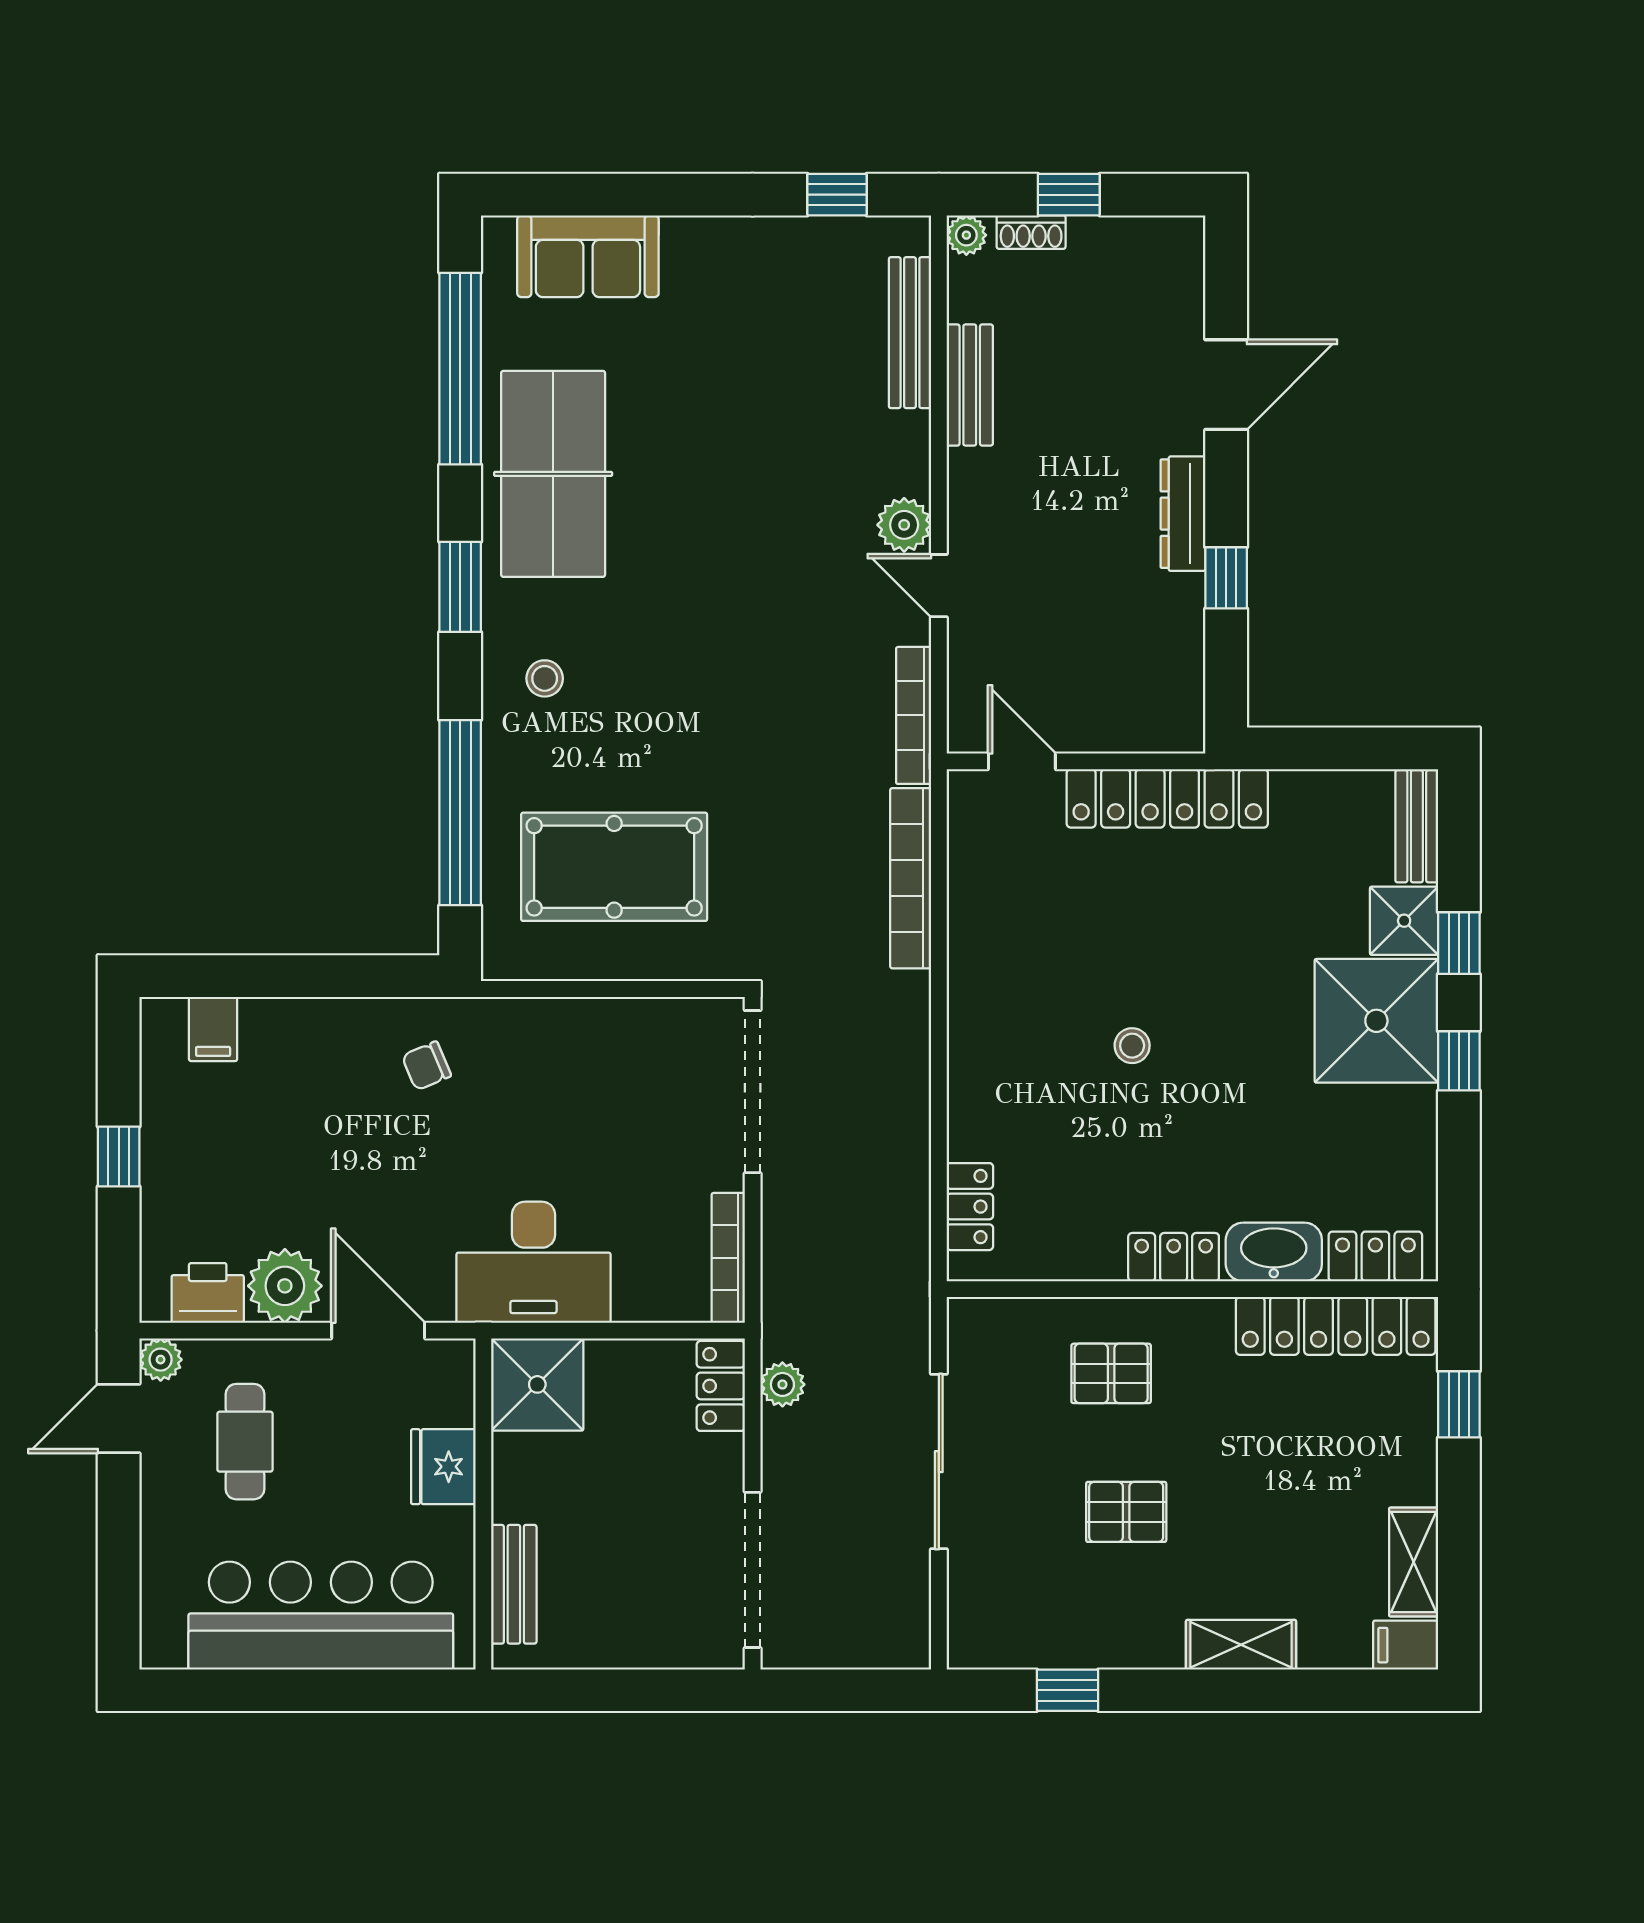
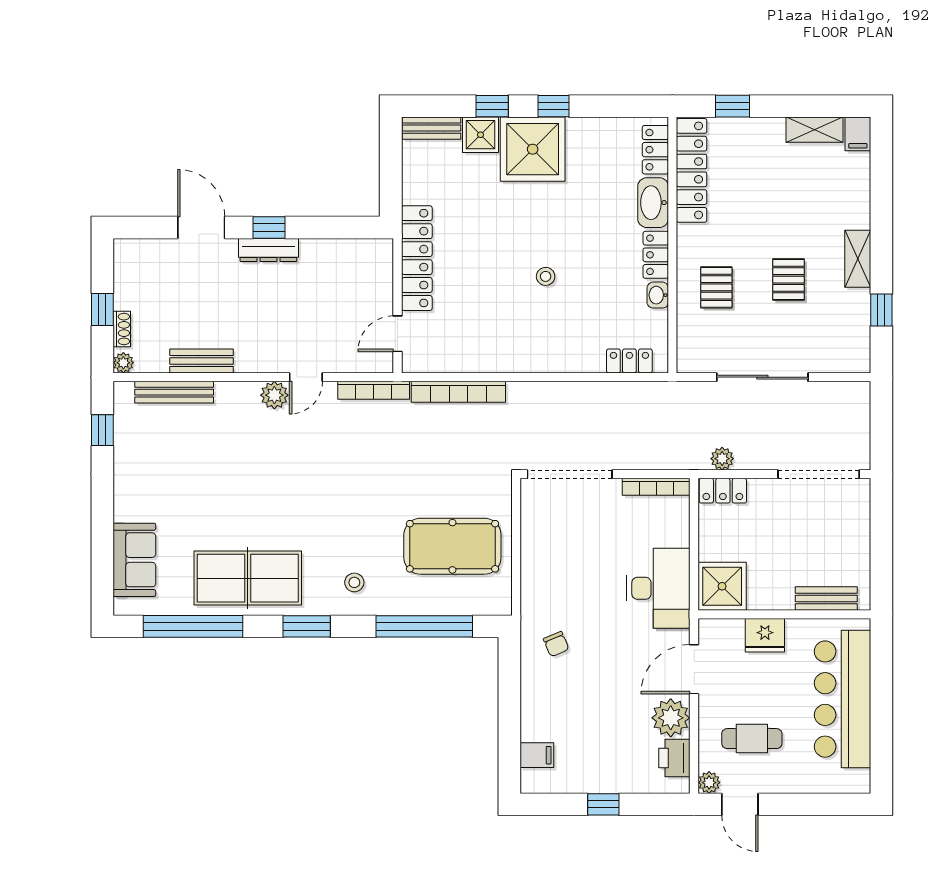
window: (1226, 578) -> (269, 227), moved
pool table: (614, 867) -> (452, 546), turned 90
washbasin: (1096, 1261) -> (658, 295), added
shelving: (1241, 1645) -> (858, 259), moved

